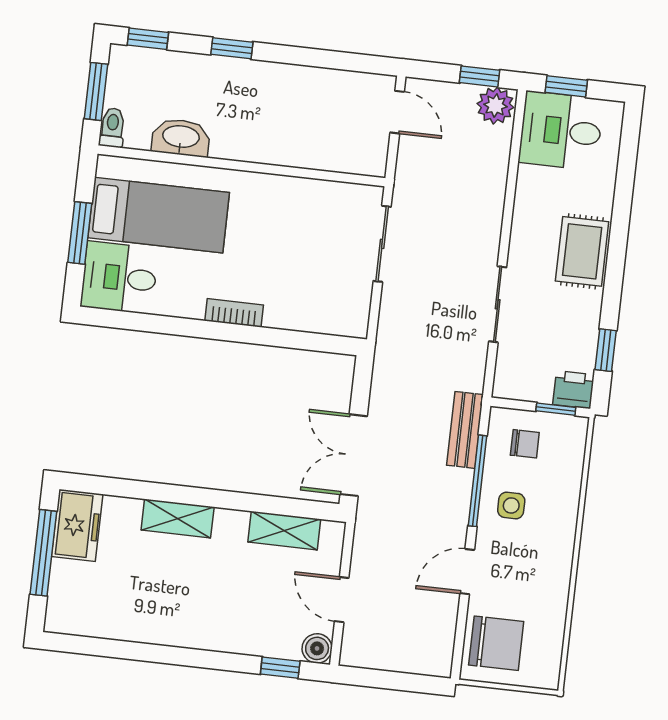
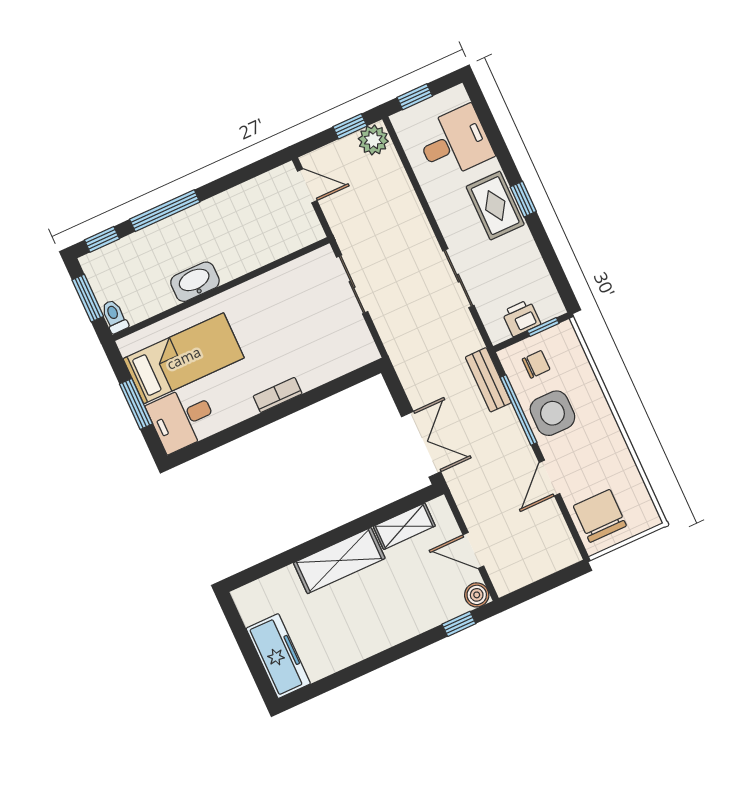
window: (232, 48) -> (165, 211), width x2.17
desk: (561, 131) -> (455, 142), moved, turned 180
washbasin: (181, 138) -> (195, 282), moved
window: (606, 350) -> (523, 199), moved
printer: (573, 390) -> (521, 318), moved
double door: (354, 455) -> (421, 444), swing flipped
side table: (511, 505) -> (552, 413), width x1.87, depth x1.87
shelving: (178, 518) -> (339, 561), width x1.50, depth x1.33
freezer: (77, 525) -> (278, 656), moved, width x1.40
window: (43, 553) -> (245, 643), removed
chair: (496, 643) -> (600, 516), turned -90

